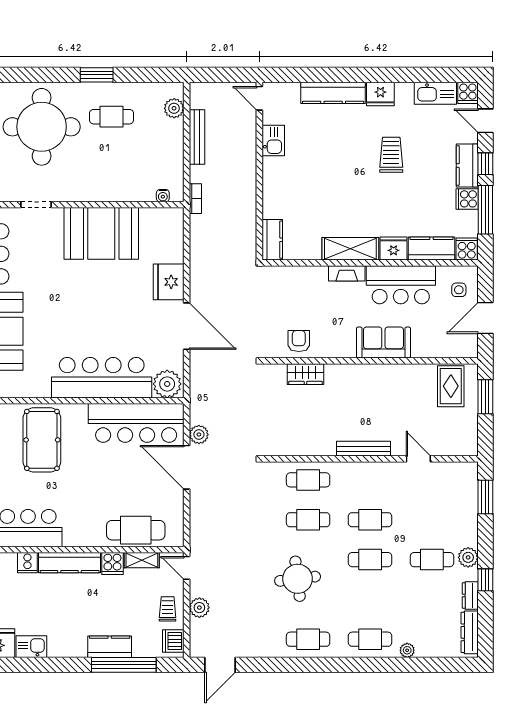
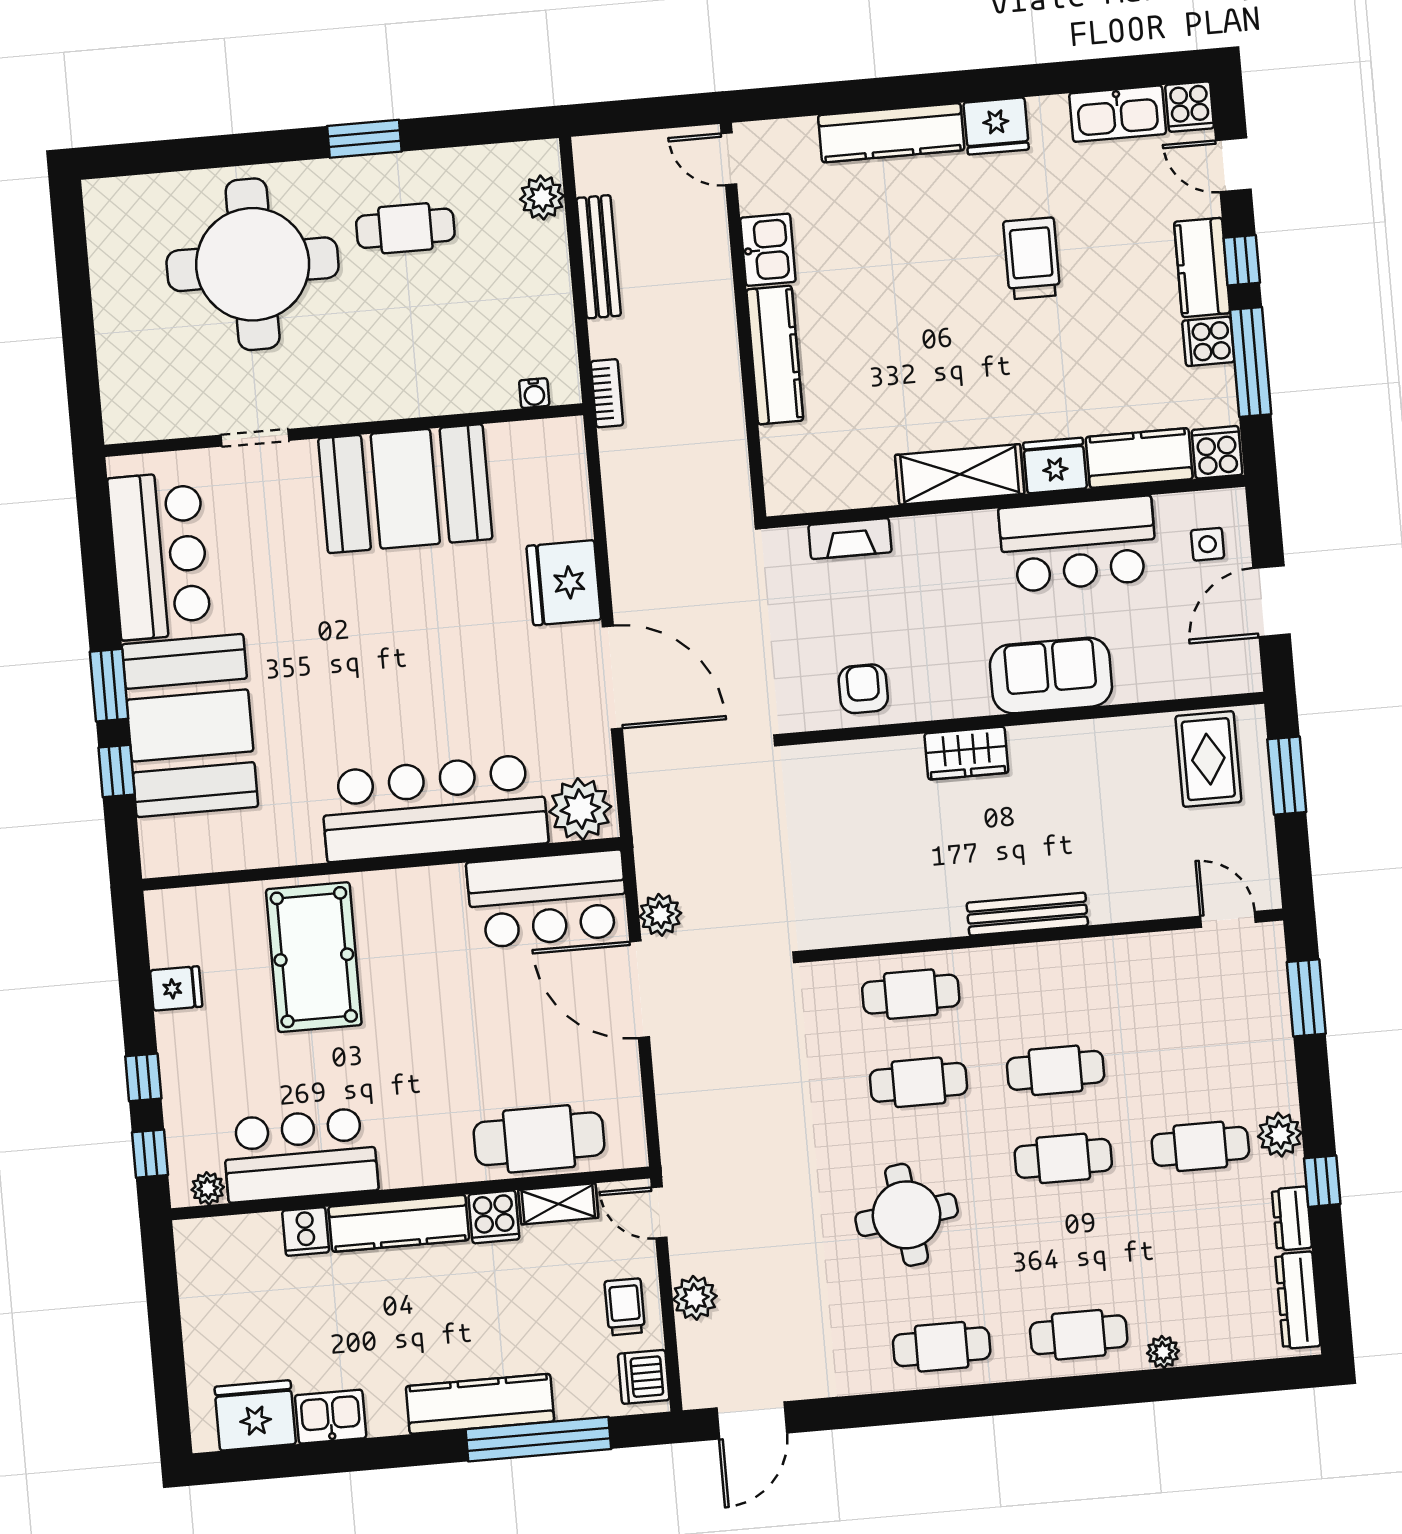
kitchen counter: (272, 240) -> (775, 355), moved, width x1.50
fireplace: (347, 273) -> (850, 539), moved
wardrobe: (305, 374) -> (966, 753), moved
bar counter: (136, 423) -> (547, 899), width x0.73
door: (418, 459) -> (1228, 919), moved
kitchen counter: (110, 647) -> (480, 1404), width x1.50

